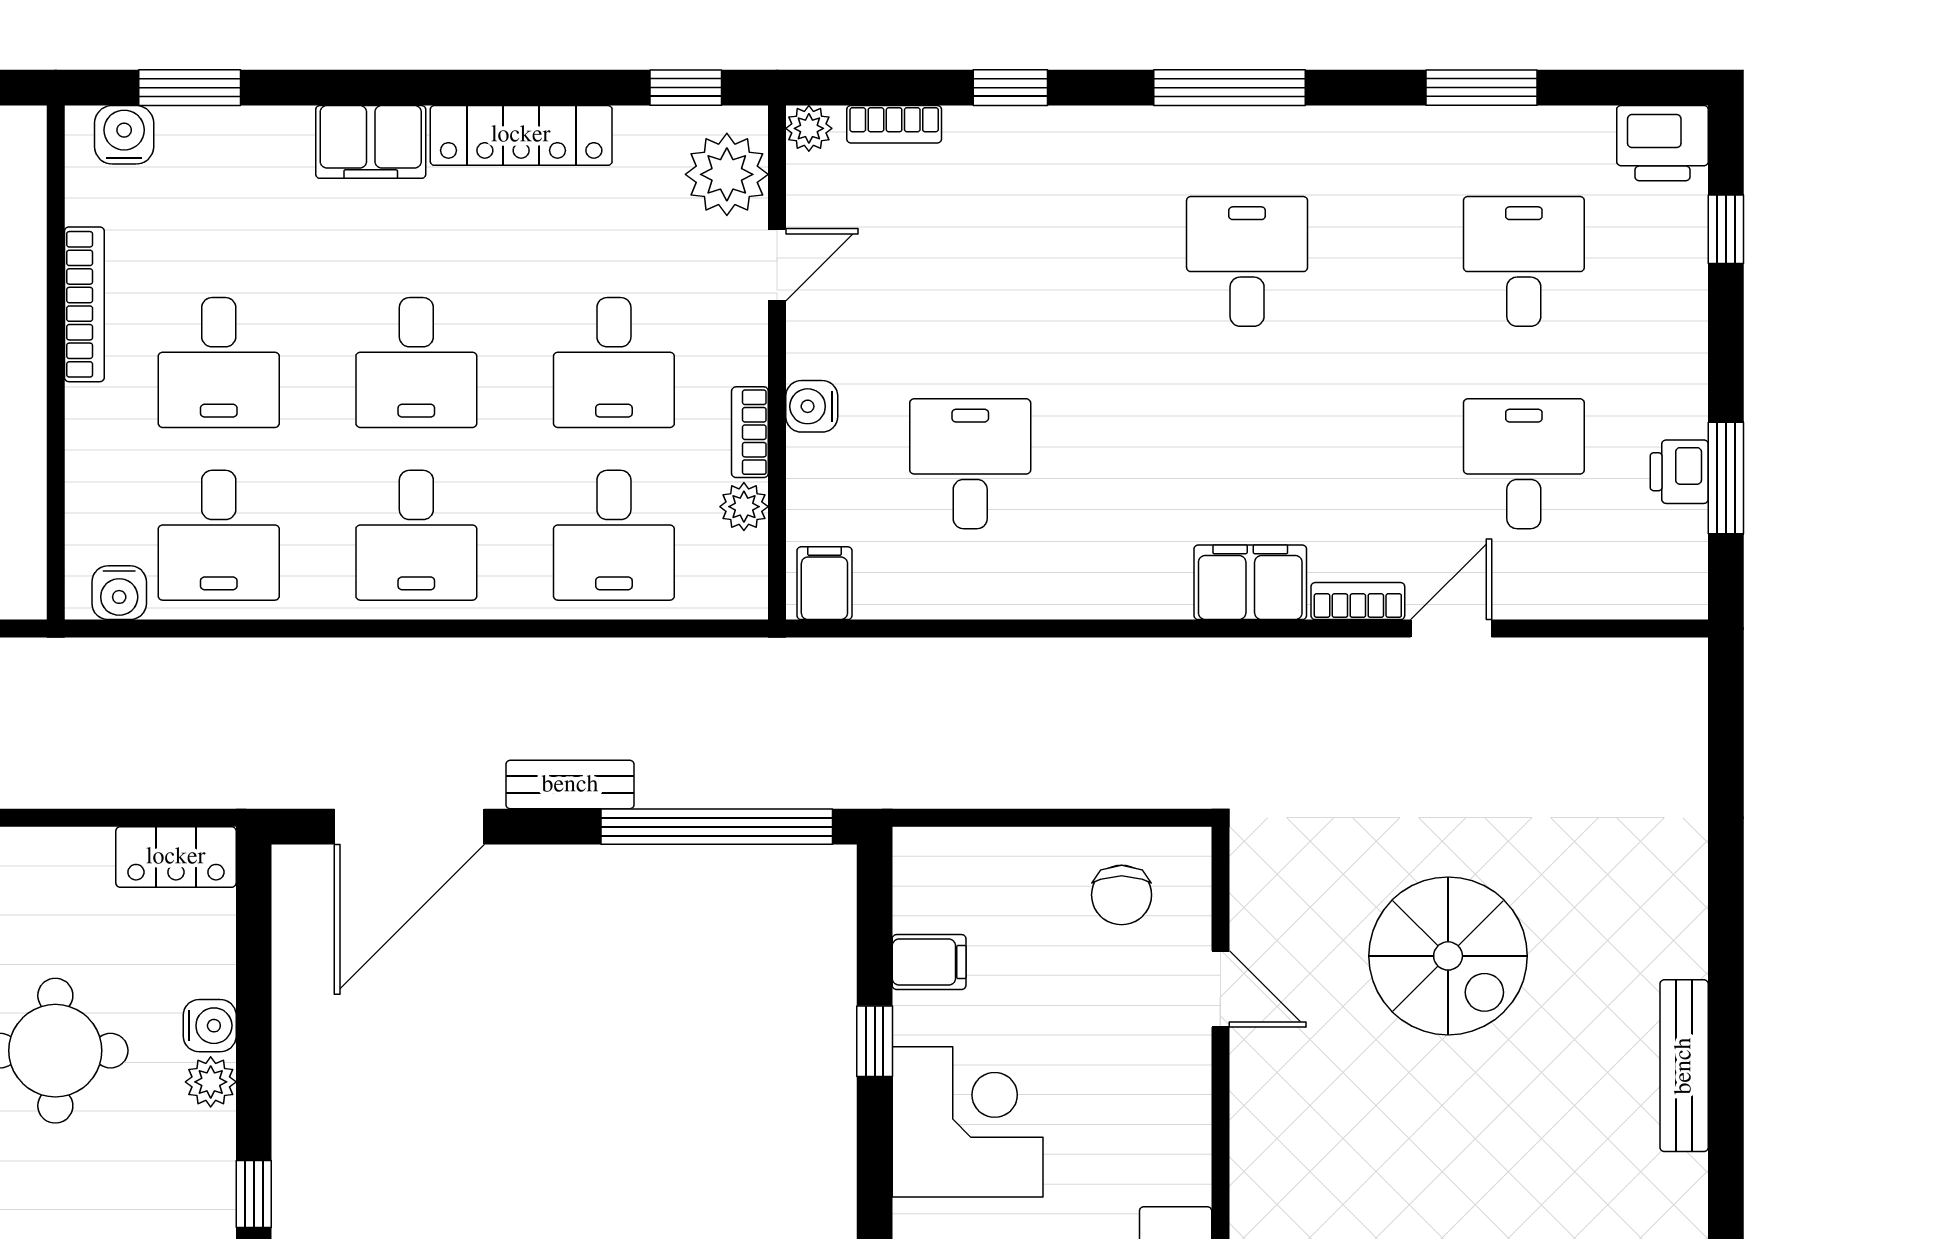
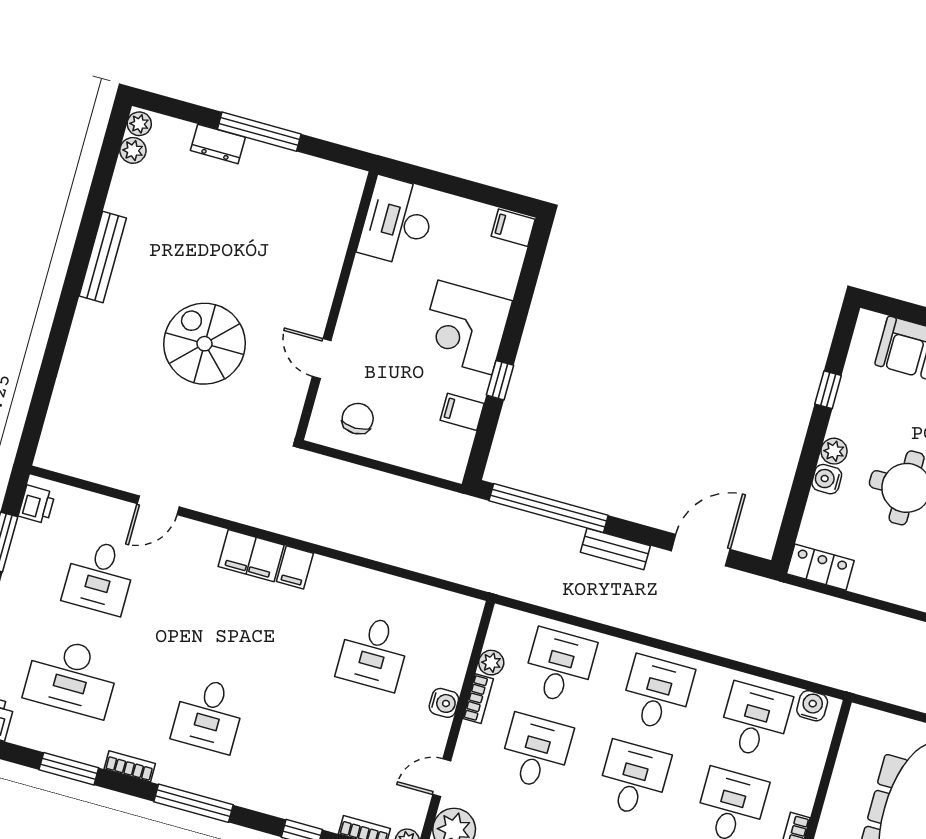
desk: (1524, 261) -> (72, 677), width x1.37
printer: (1679, 472) -> (37, 504), moved
filing cabinet: (824, 583) -> (295, 567), moved
bookcase: (1358, 601) -> (130, 766), moved, turned 180
door: (409, 827) -> (701, 550), width x0.73

